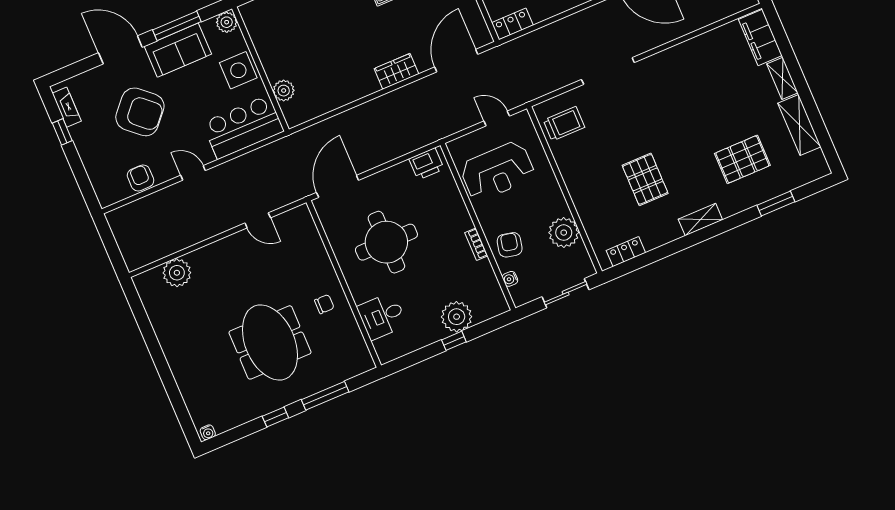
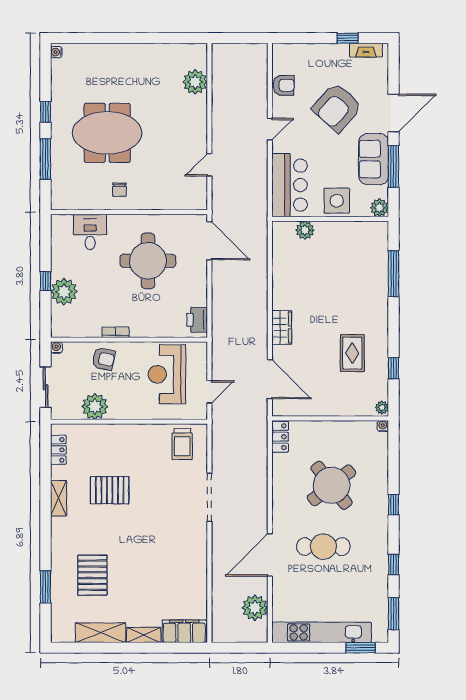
shelving: (700, 219) -> (59, 498), moved
water cooler: (510, 279) -> (56, 348), moved

